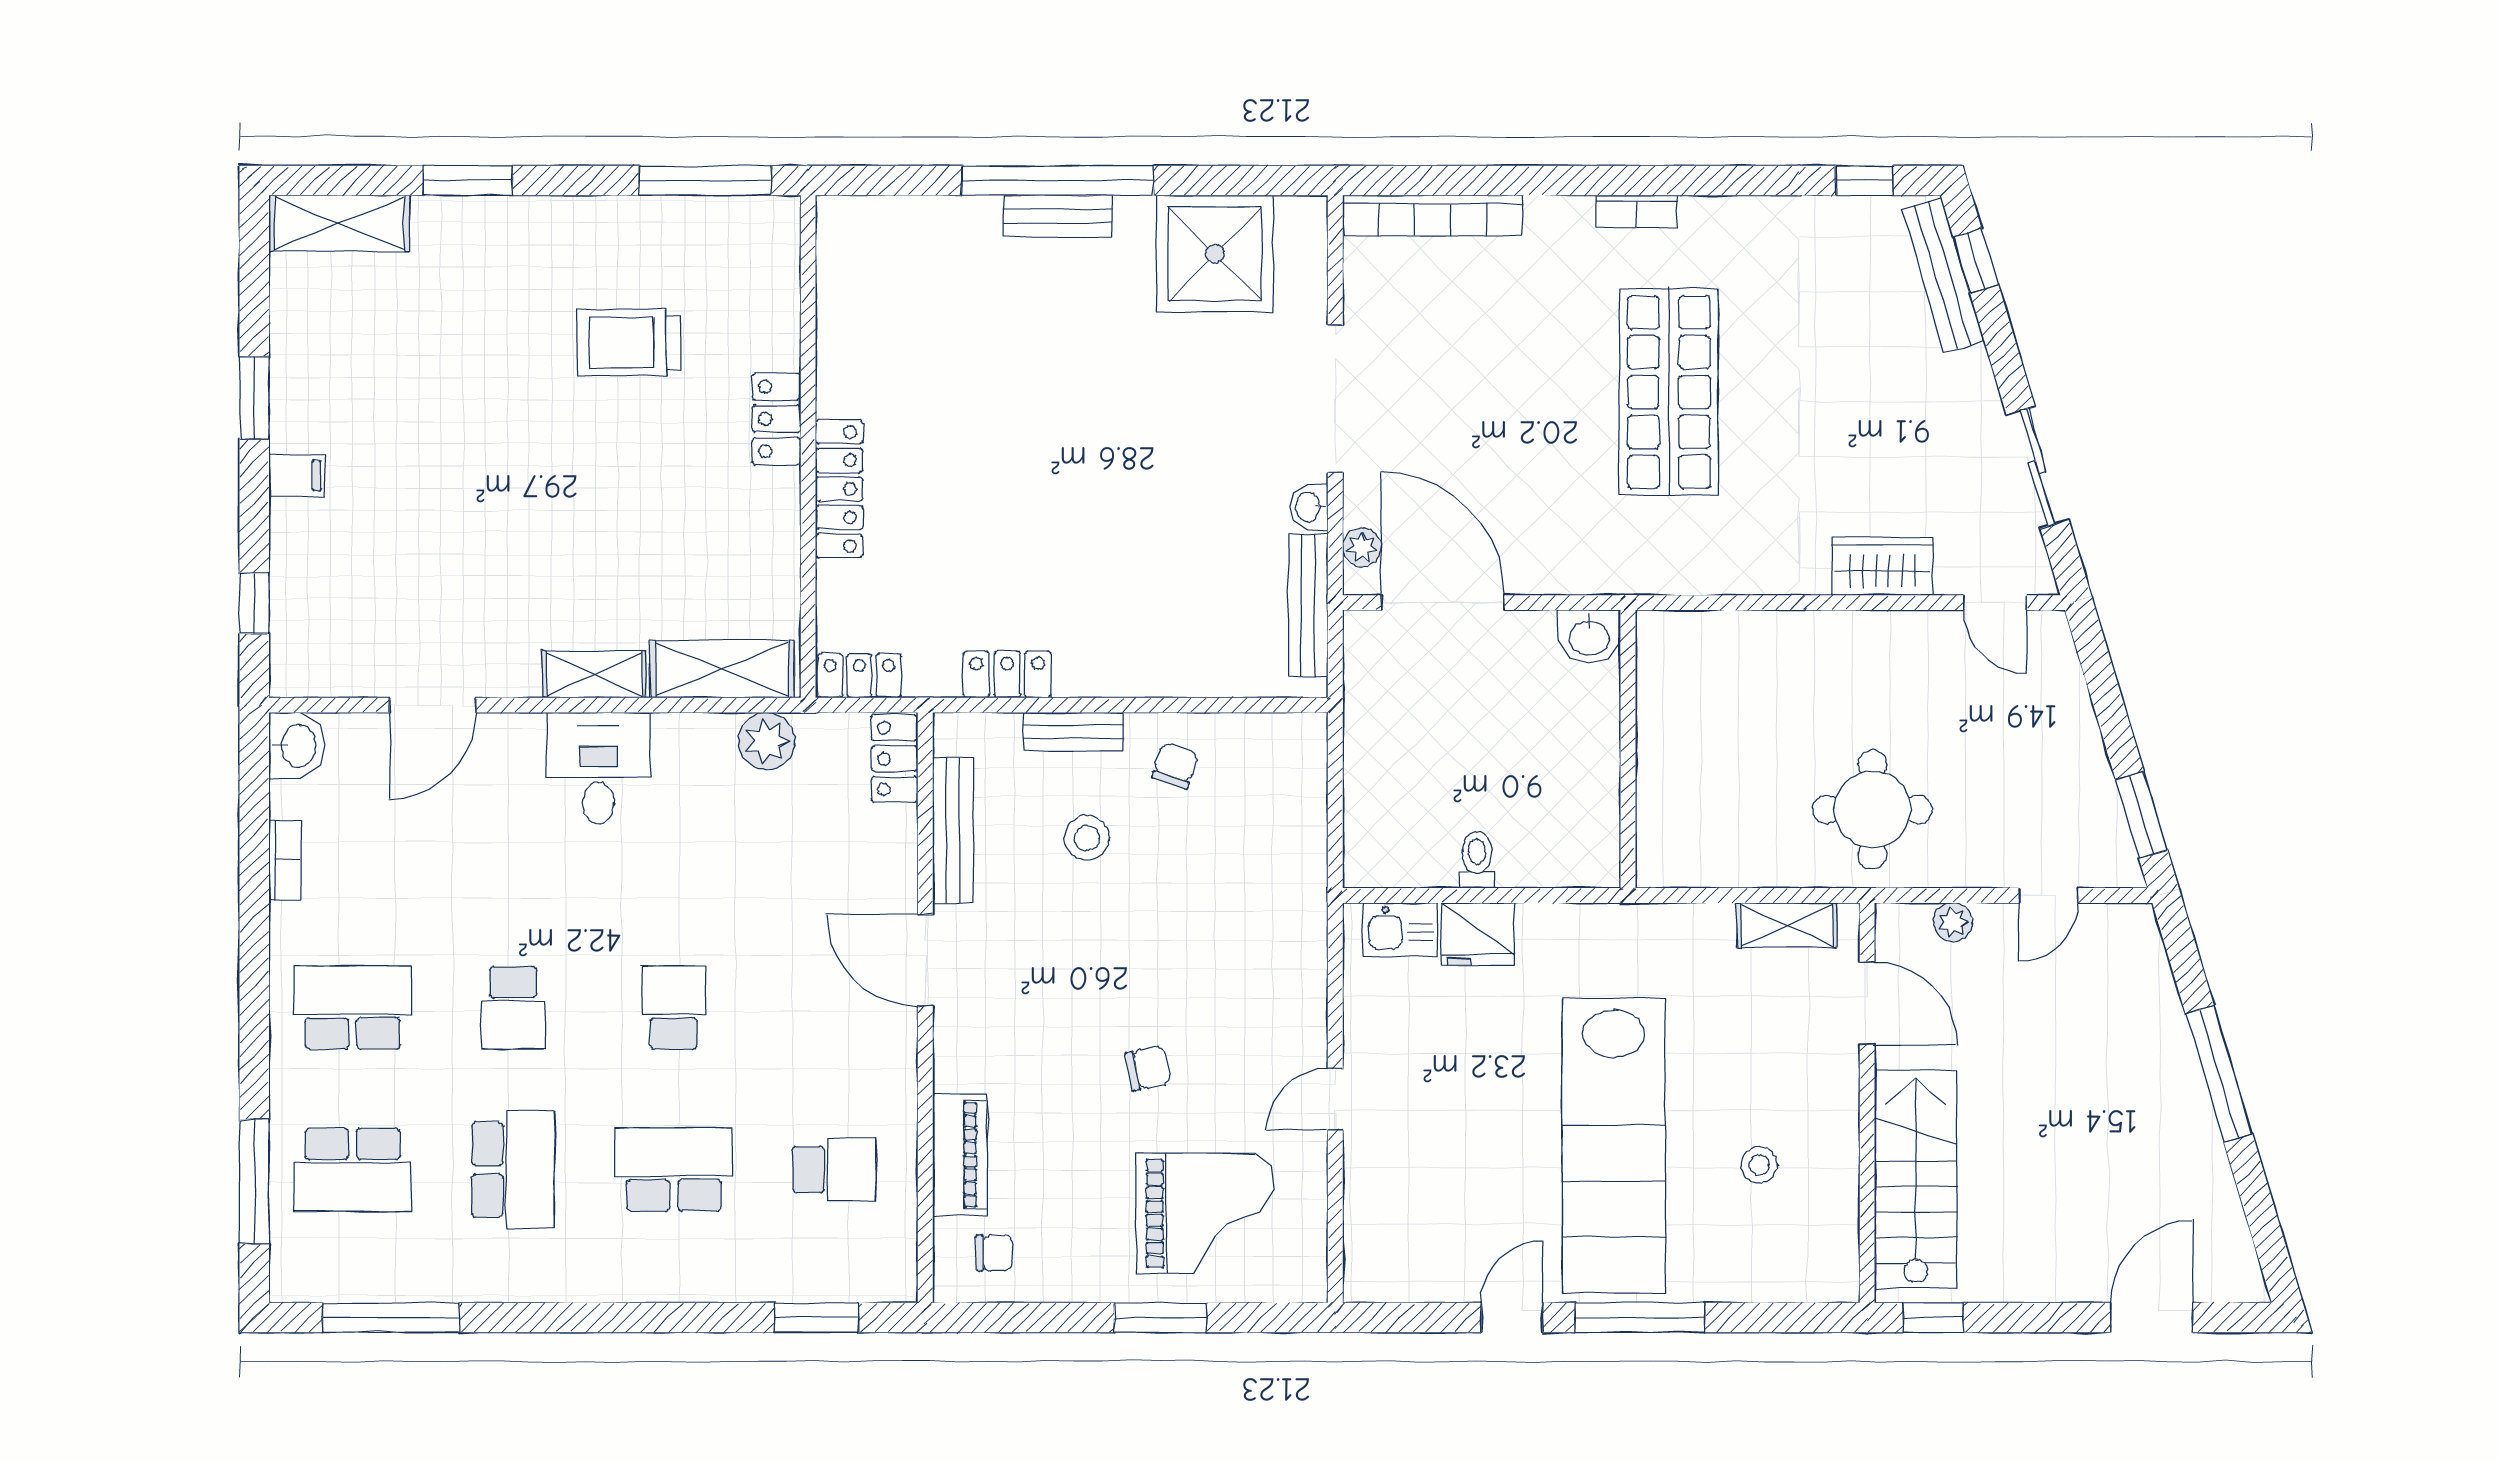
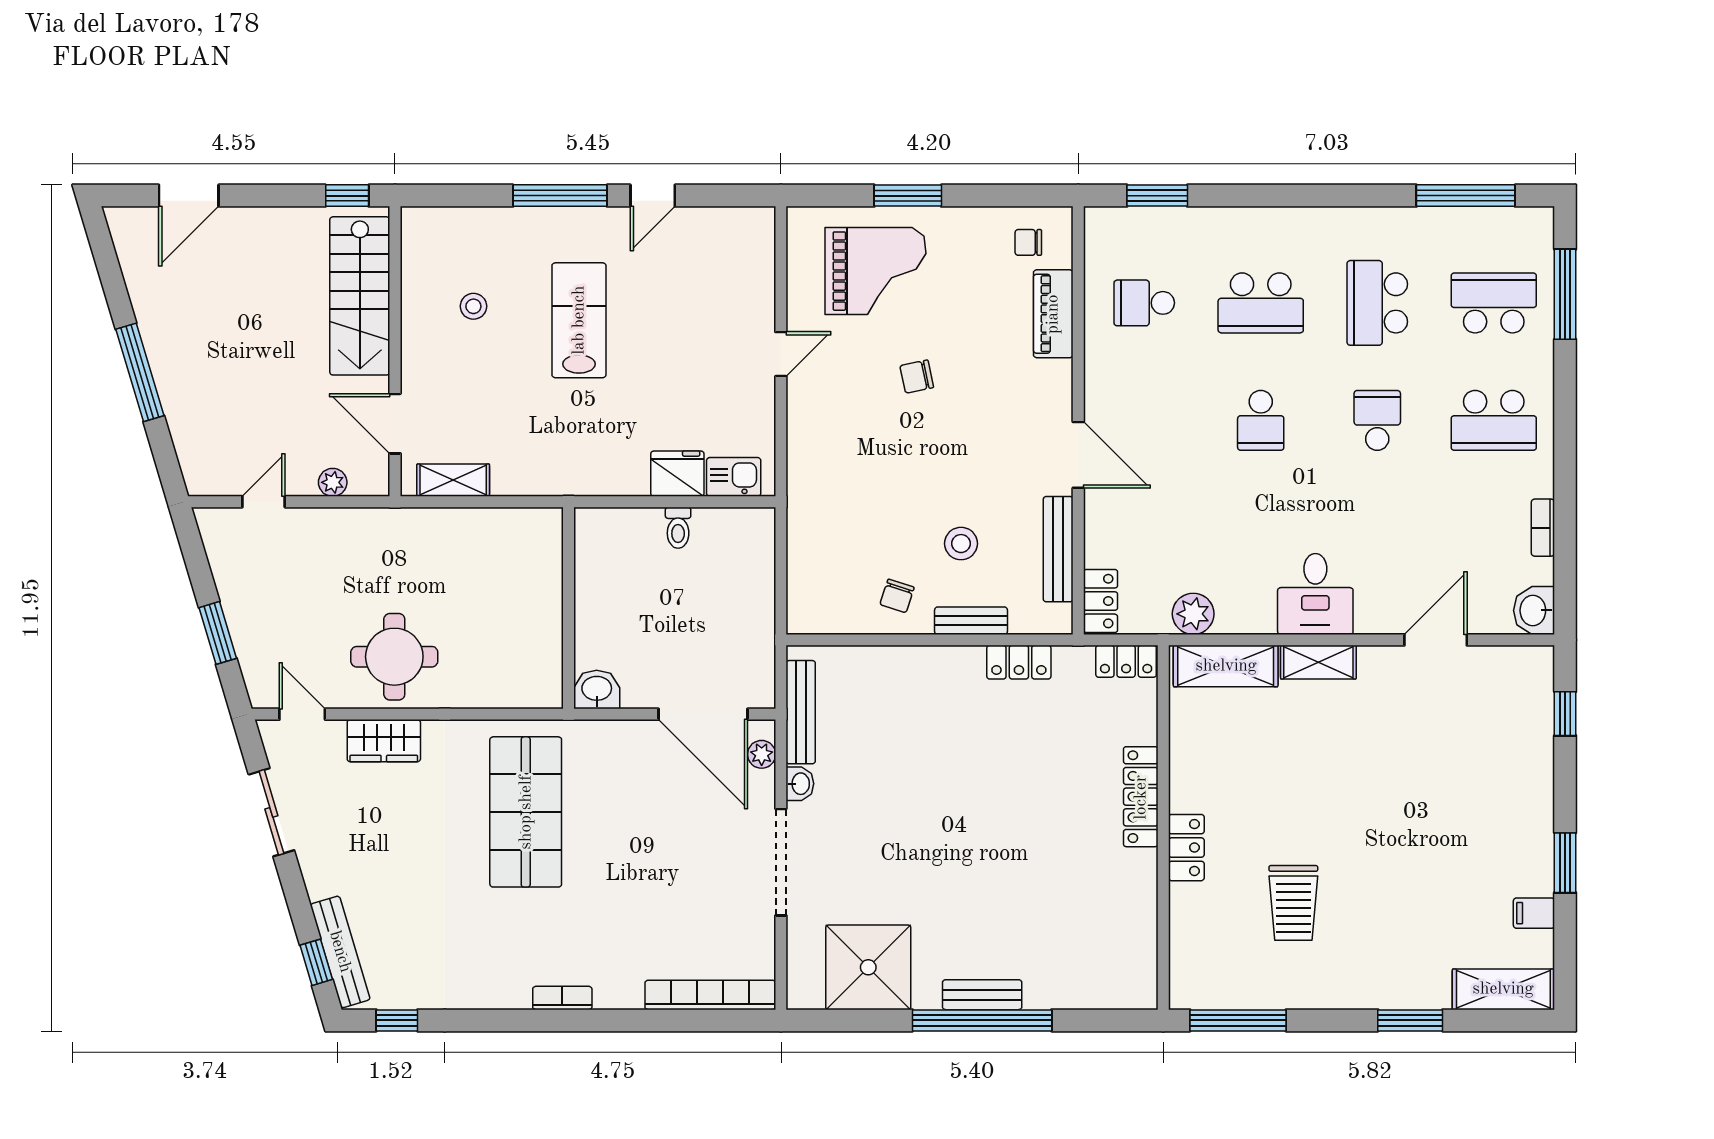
trolley: (629, 342) -> (1293, 903), turned 90
shop shelf: (1669, 392) -> (526, 812), moved
filing cabinet: (297, 475) -> (1534, 913), moved
round table: (1872, 809) -> (394, 657), moved
window: (2142, 815) -> (218, 633), moved
lab bench: (1614, 1146) -> (579, 320), width x0.54, depth x0.72
grand piano: (1205, 1214) -> (876, 271), turned 180

